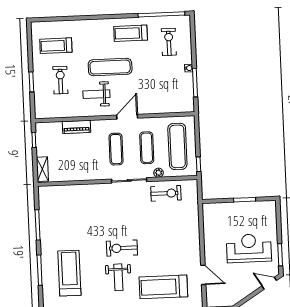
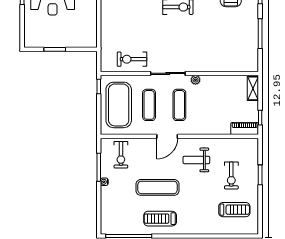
treadmill: (131, 33) -> (160, 219), turned 180
exercise bike: (169, 42) -> (121, 155), moved
exercise mat: (110, 67) -> (158, 187), moved
weight bench: (96, 94) -> (196, 160), turned 180
piano: (76, 127) -> (245, 129), moved
exercise mat: (177, 146) -> (119, 105), width x1.47
plant: (159, 173) -> (195, 80), moved

